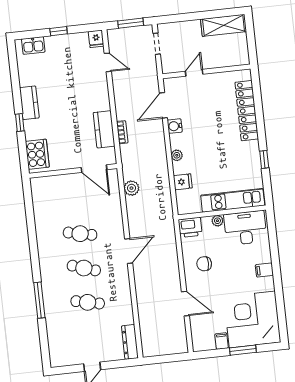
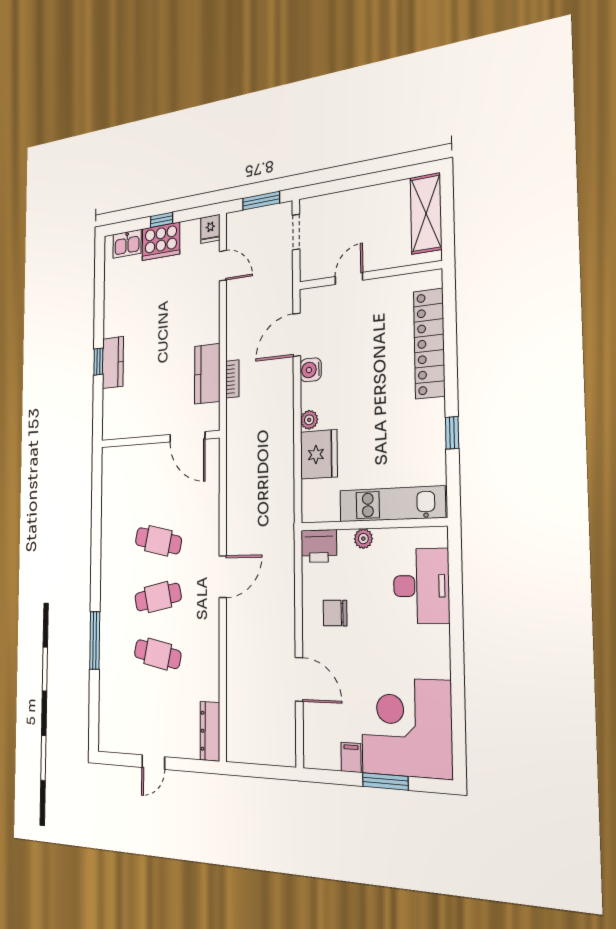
shelving: (224, 25) -> (426, 213), moved, turned 90
kitchen counter: (29, 103) -> (113, 363), moved
cooker: (37, 154) -> (161, 241), moved, turned 90
fridge: (183, 182) -> (319, 454), width x1.88, depth x1.34
plant: (131, 188) -> (237, 472), removed
desk: (245, 228) -> (421, 586), moved, turned 90
cafe table: (84, 268) -> (158, 597), turned -30
filing cabinet: (264, 270) -> (435, 638), removed

